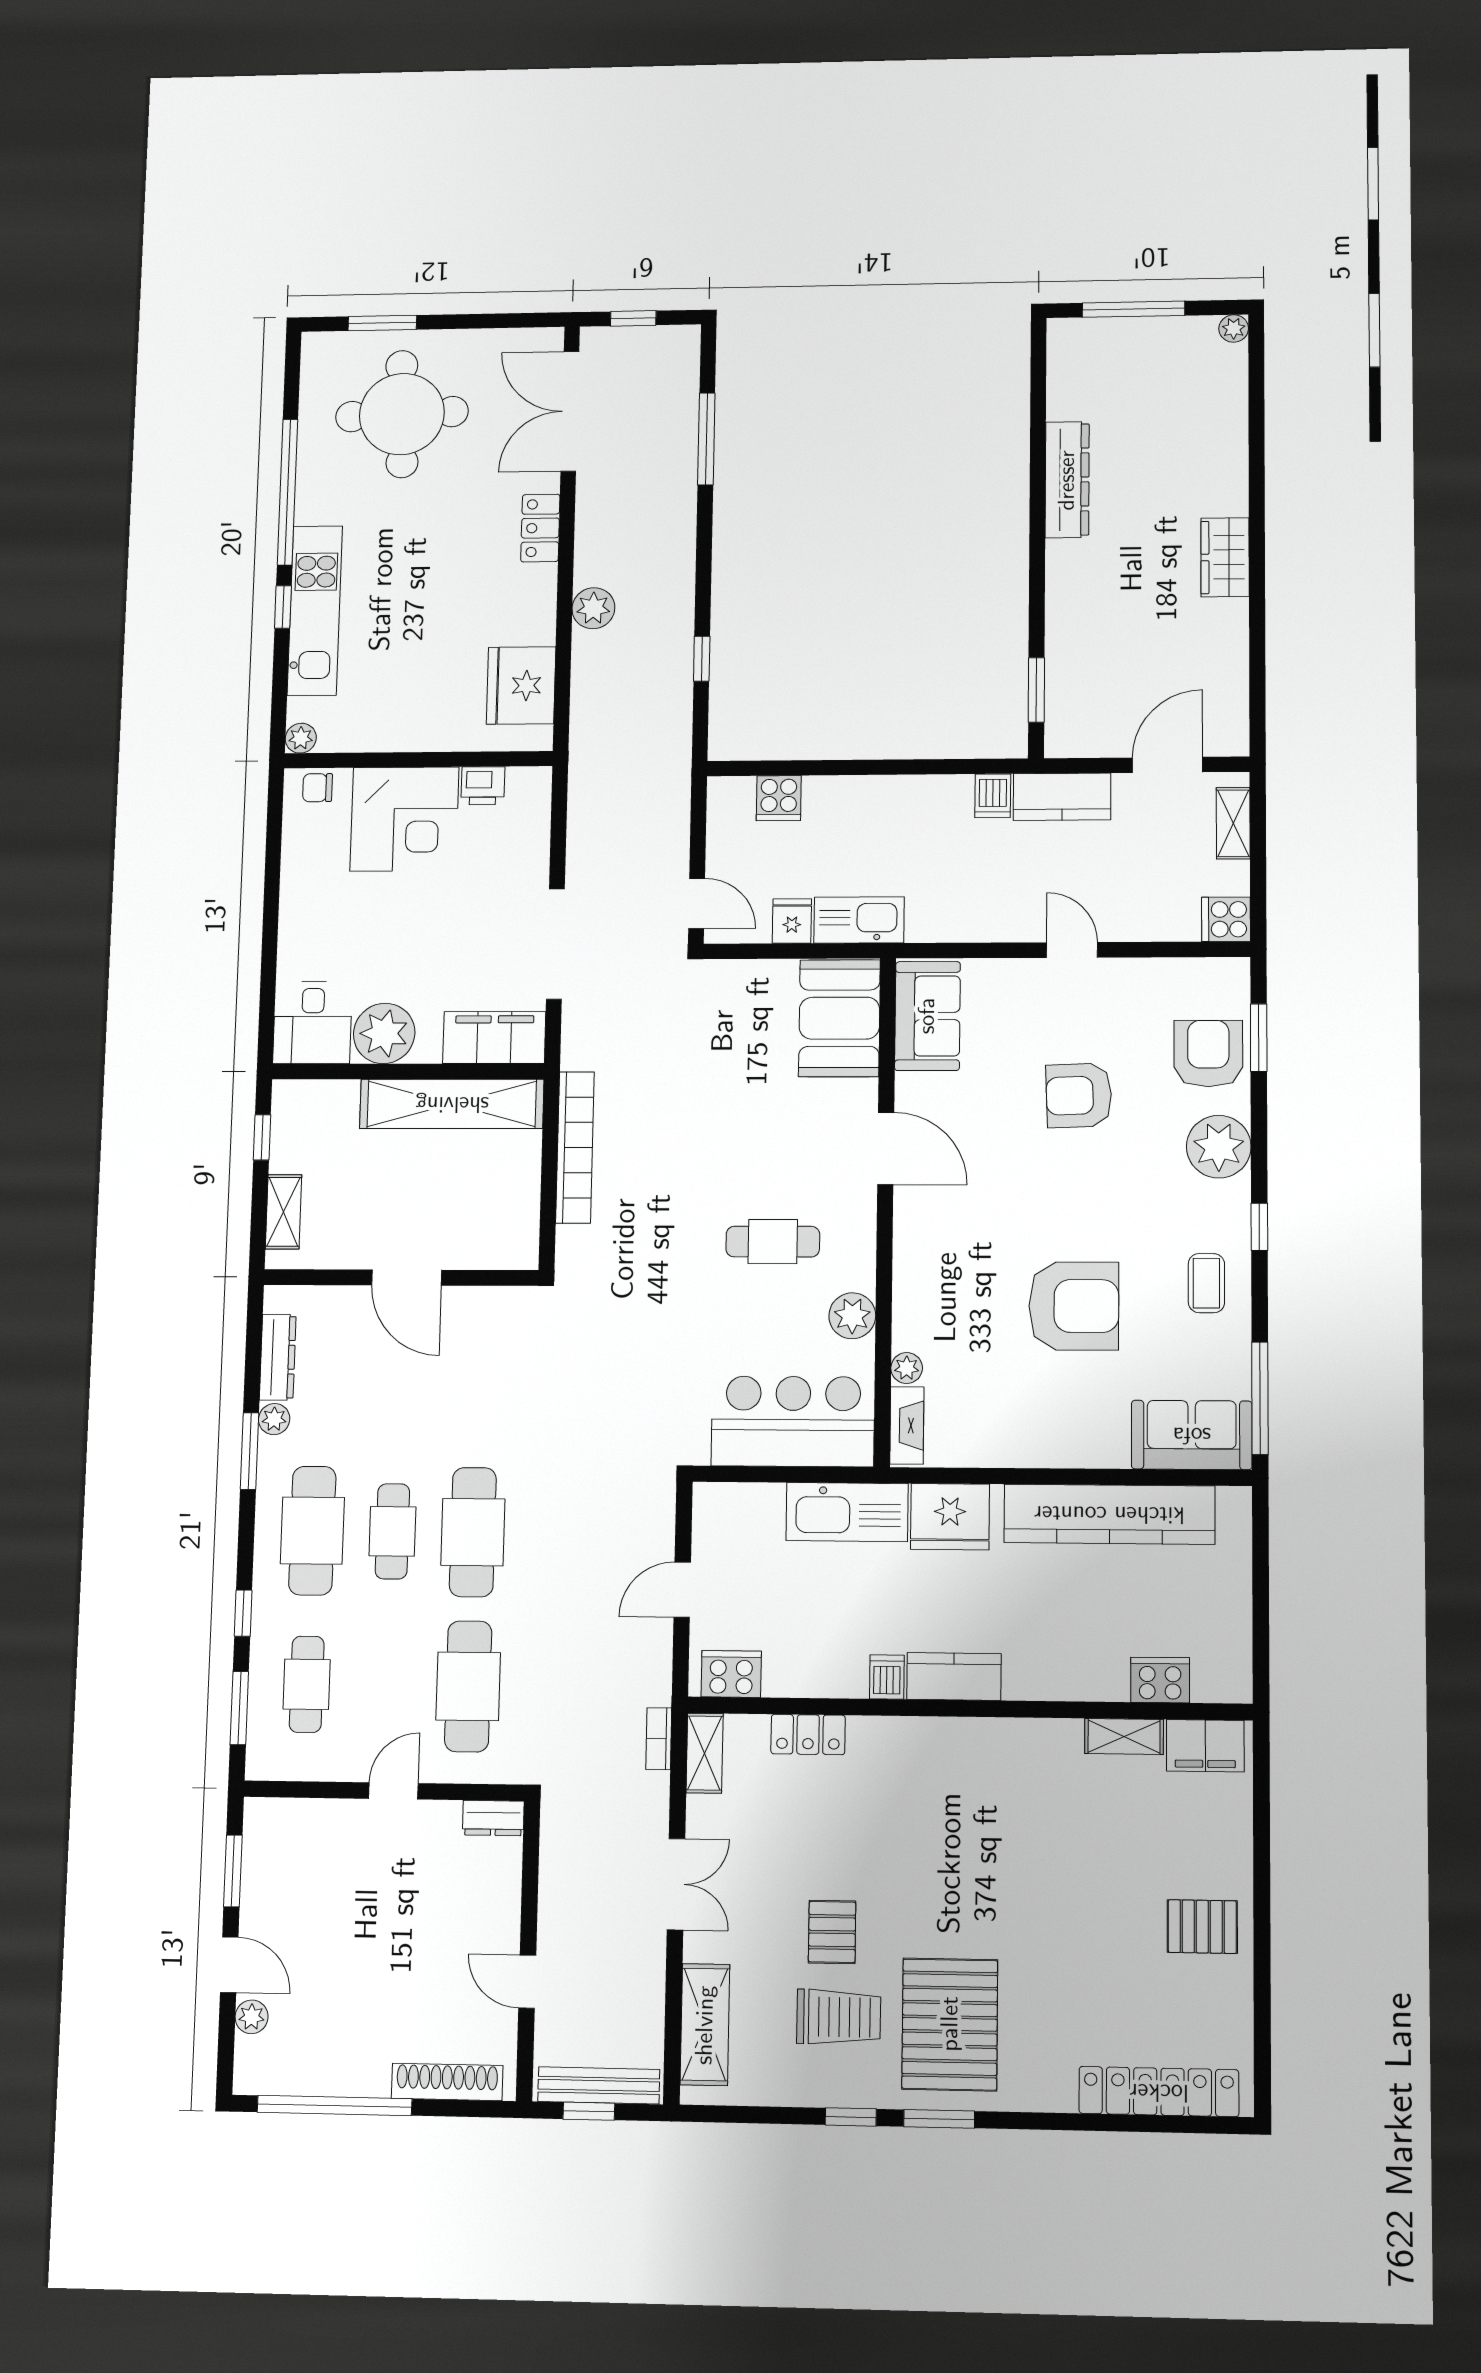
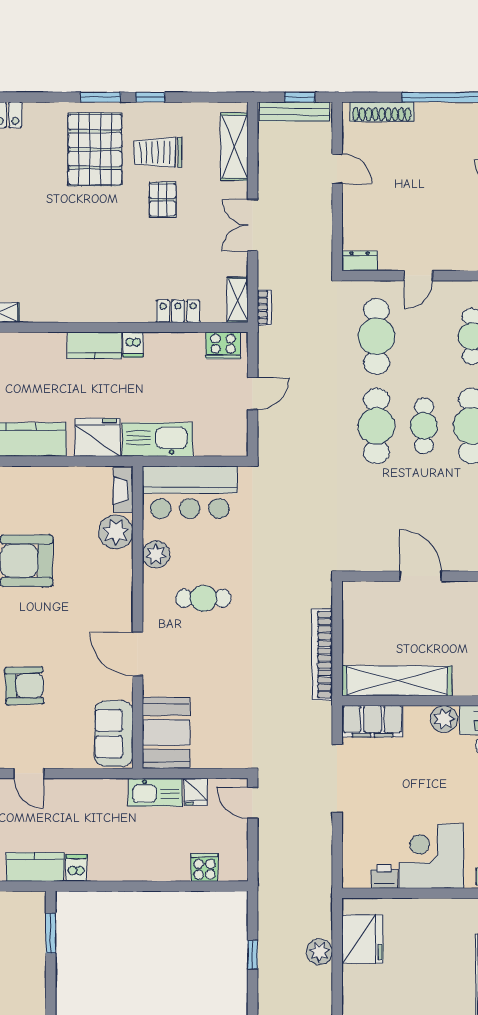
plant: (593, 608) -> (319, 952), moved
plant: (384, 1033) -> (444, 719), width x0.73, depth x0.73
plant: (907, 1368) -> (116, 532), width x1.88, depth x1.88

